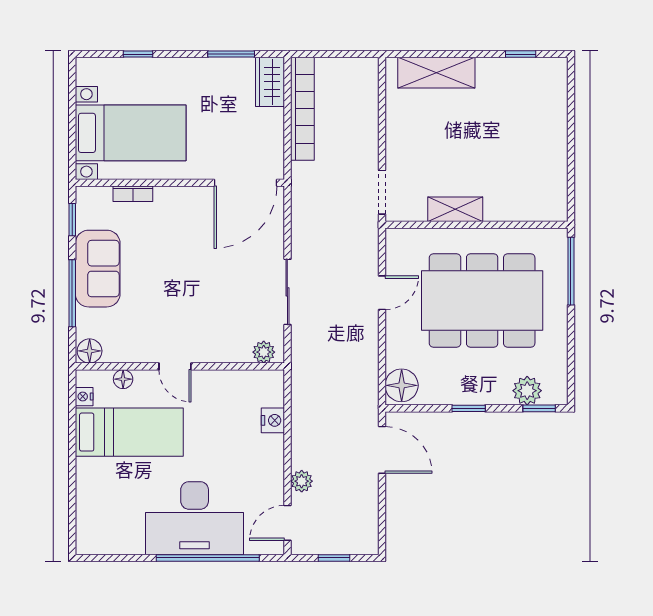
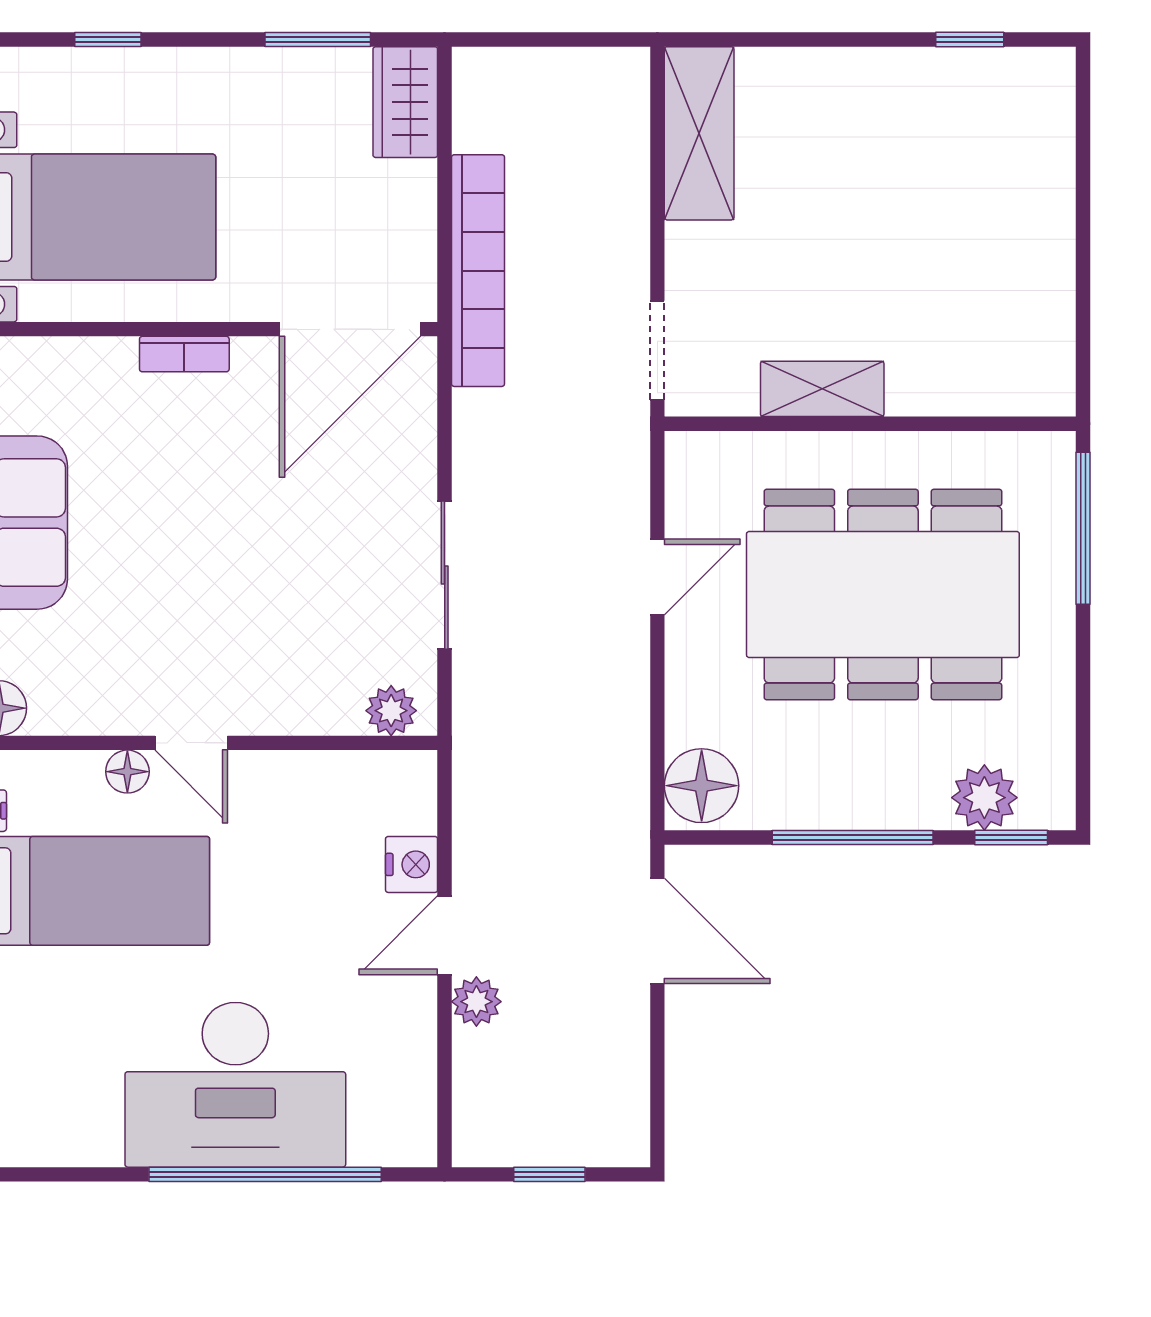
shelving: (436, 73) -> (699, 133), moved, turned 90
bookcase: (302, 109) -> (478, 271), moved
bookcase: (133, 194) -> (184, 354), moved
floor lamp: (123, 379) -> (127, 772), moved
window: (469, 408) -> (853, 837), width x2.17
door: (287, 523) -> (445, 935), moved

